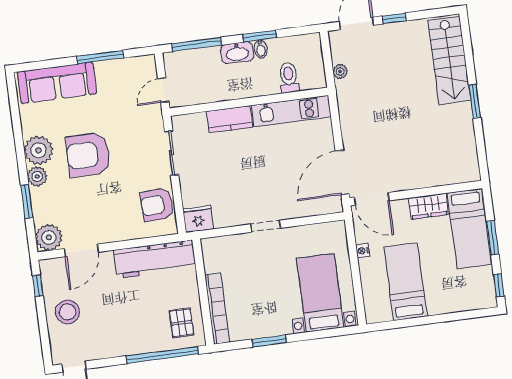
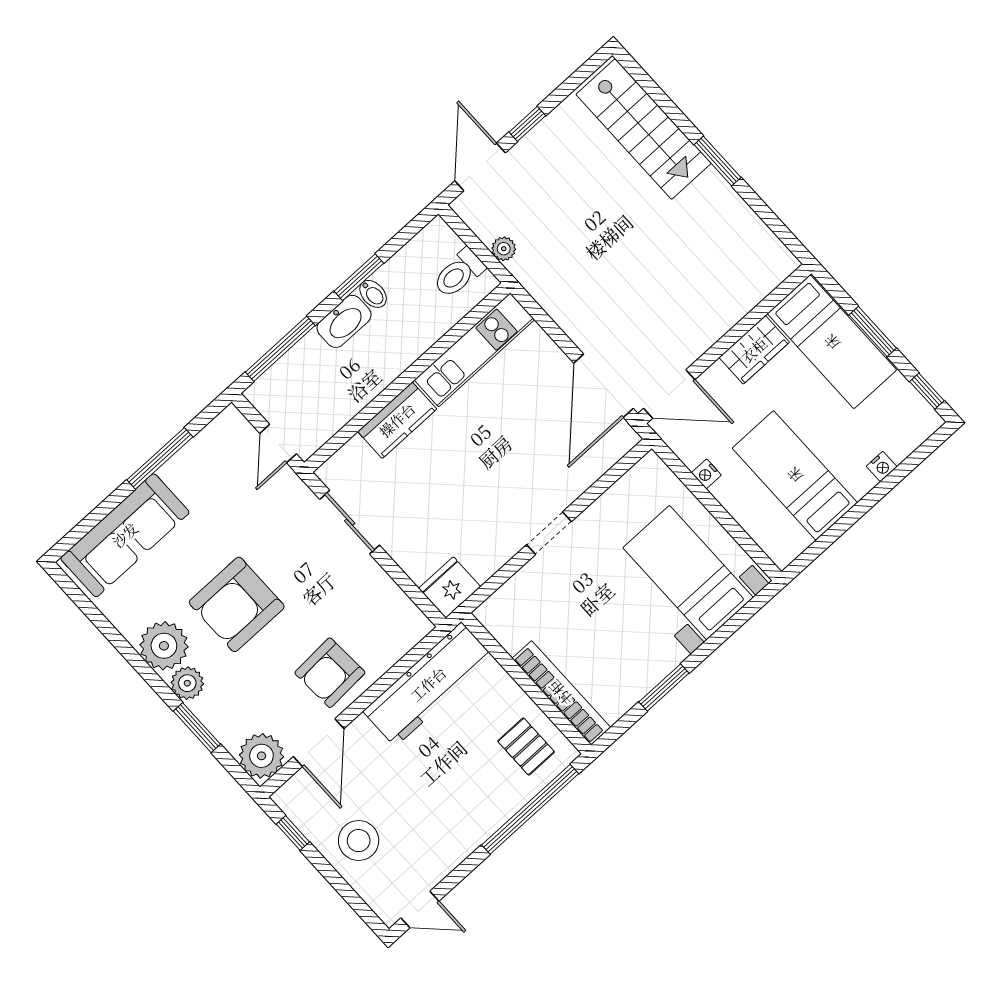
toilet: (289, 78) -> (459, 273), moved, turned -90
armchair: (157, 205) -> (330, 673), moved
nightstand: (451, 307) -> (882, 466), added

